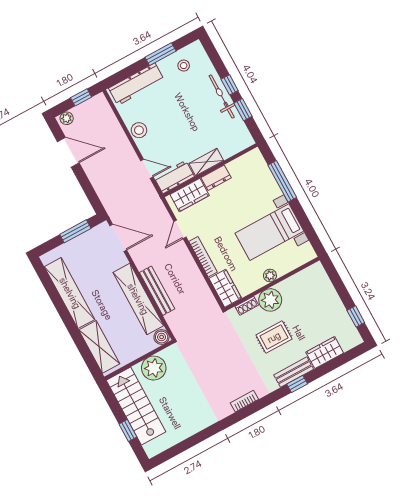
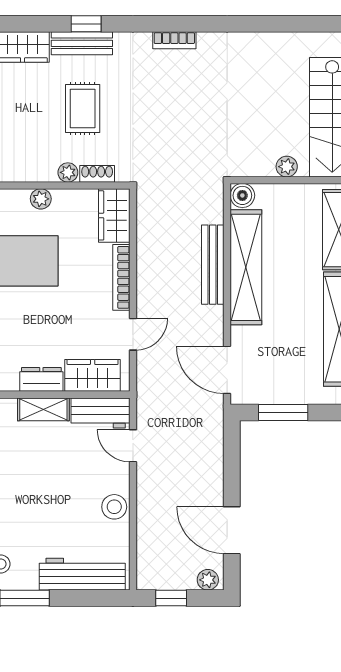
plant: (270, 300) -> (68, 172), width x0.53, depth x0.53
rug: (274, 337) -> (83, 108), turned 90
plant: (154, 368) -> (287, 167), width x0.53, depth x0.53

